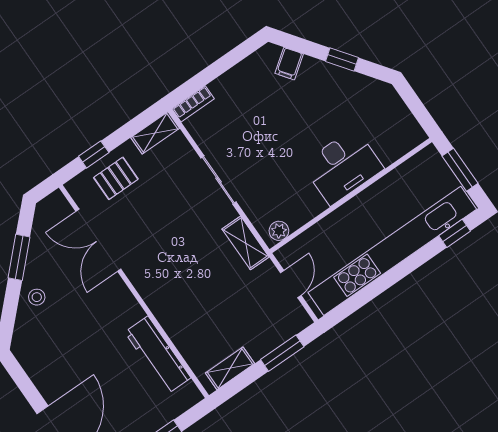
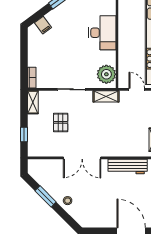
pallet: (116, 178) -> (61, 122), moved
plant: (279, 231) -> (106, 74), width x1.88, depth x1.88
double door: (98, 240) -> (82, 158), moved

